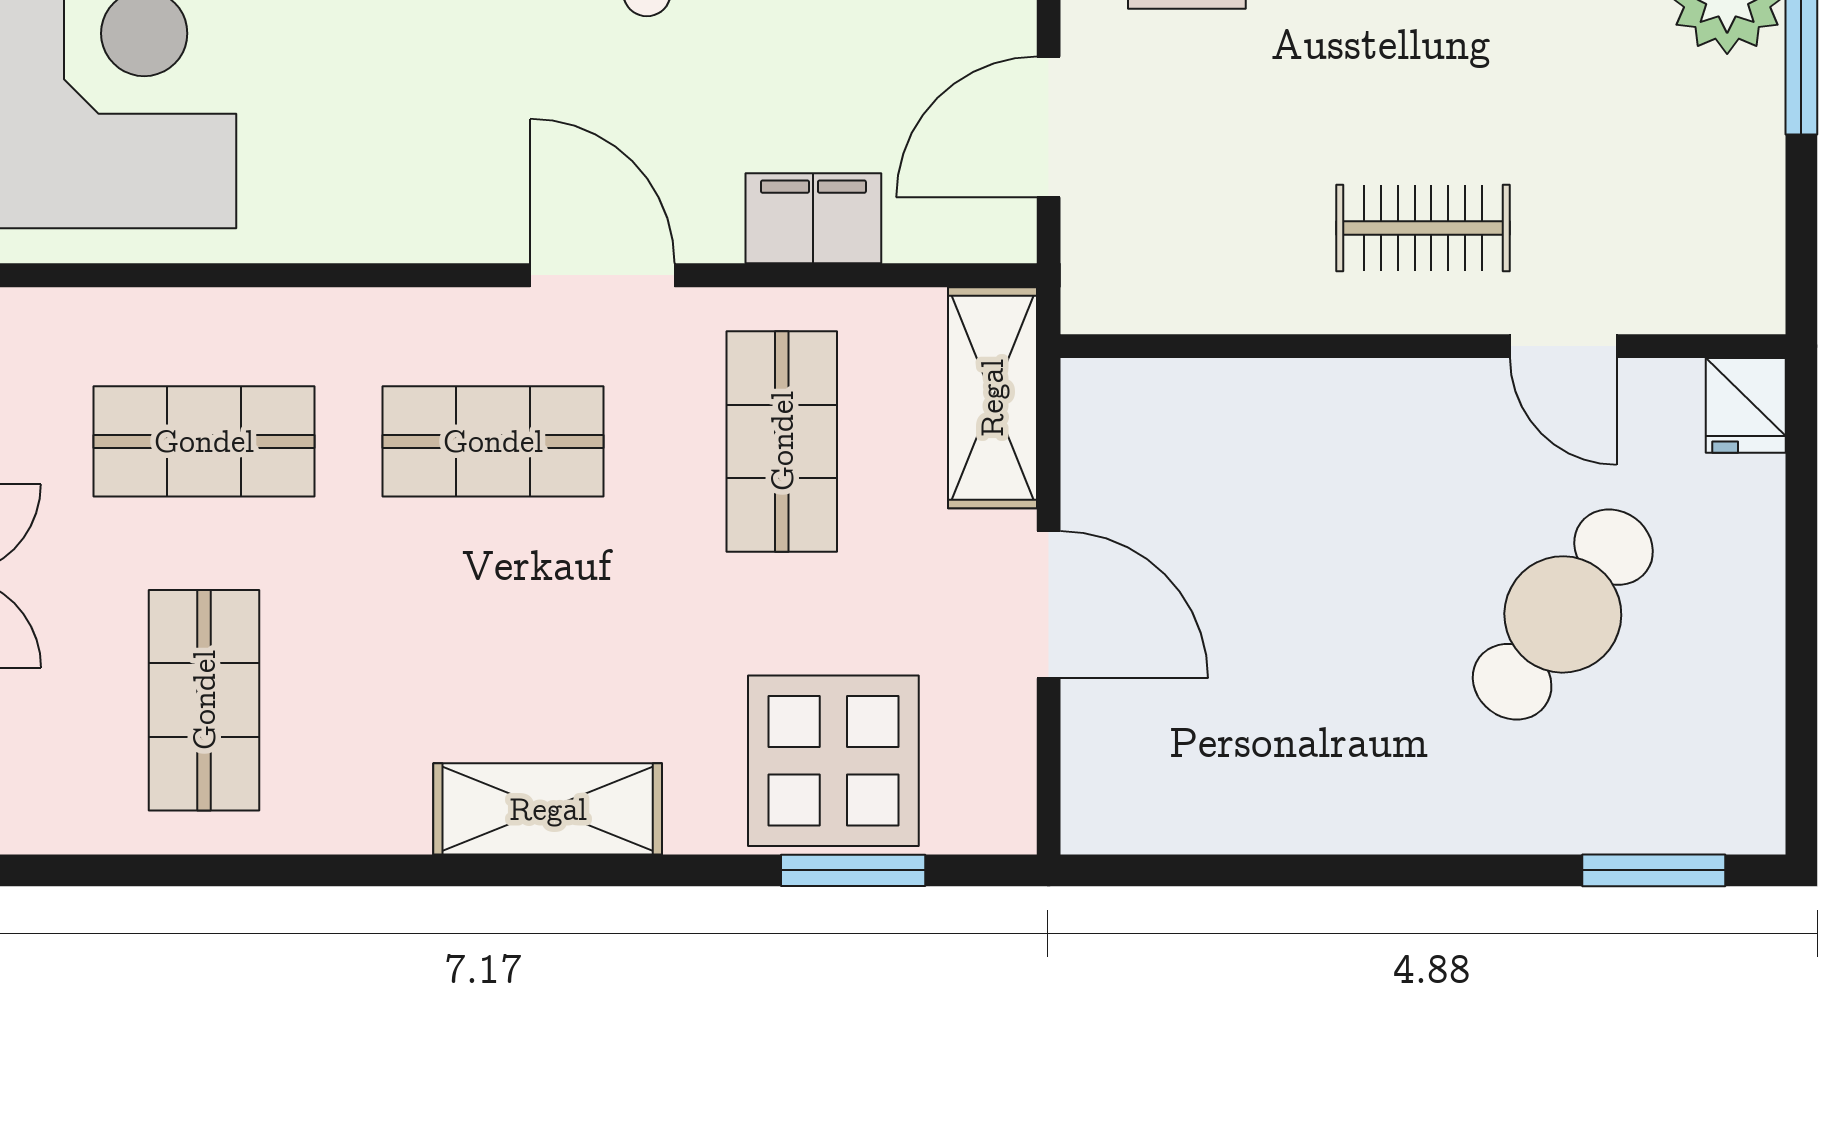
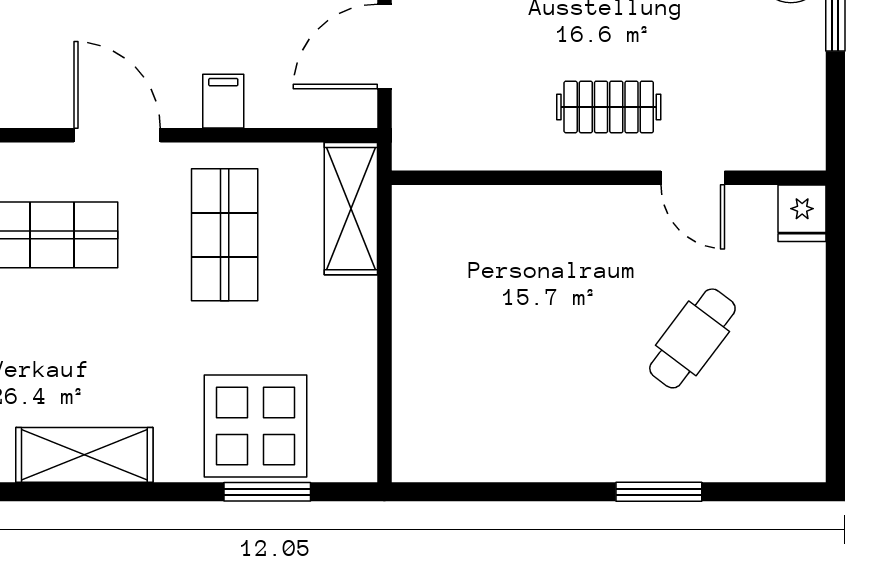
filing cabinet: (813, 218) -> (223, 101), width x0.50
door: (1049, 605) -> (384, 333), removed
cafe table: (1563, 614) -> (692, 338), width x0.73, depth x0.74
window: (1654, 870) -> (659, 492), moved

